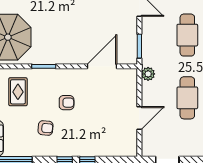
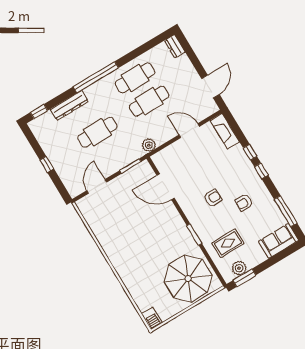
armchair: (67, 103) -> (213, 198), turned 90
armchair: (46, 128) -> (244, 203), turned -95
fireplace: (120, 149) -> (225, 131), added

